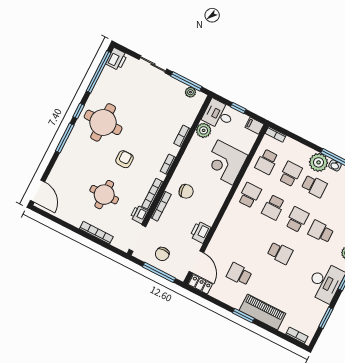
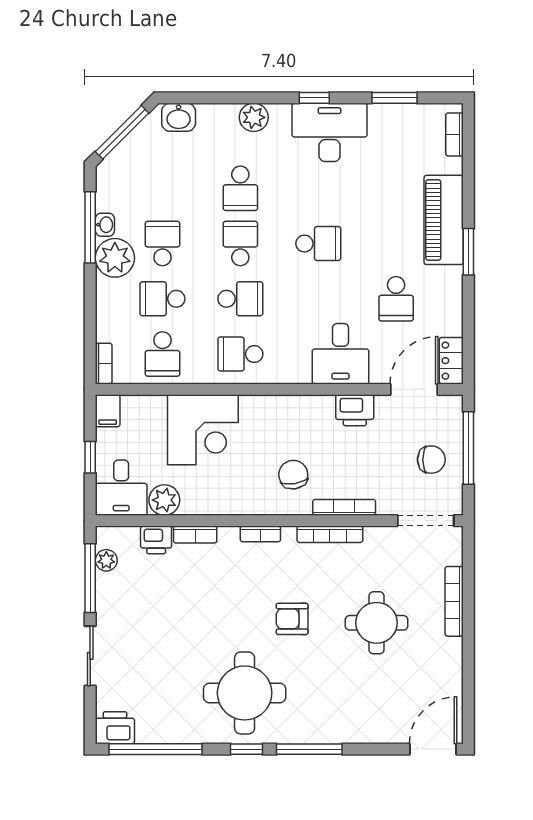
school desk: (267, 162) -> (163, 354), turned 90
printer: (139, 214) -> (156, 540), moved
school desk: (297, 219) -> (240, 244), turned 90
desk: (228, 238) -> (341, 354), added
school desk: (280, 253) -> (318, 244), turned 90

